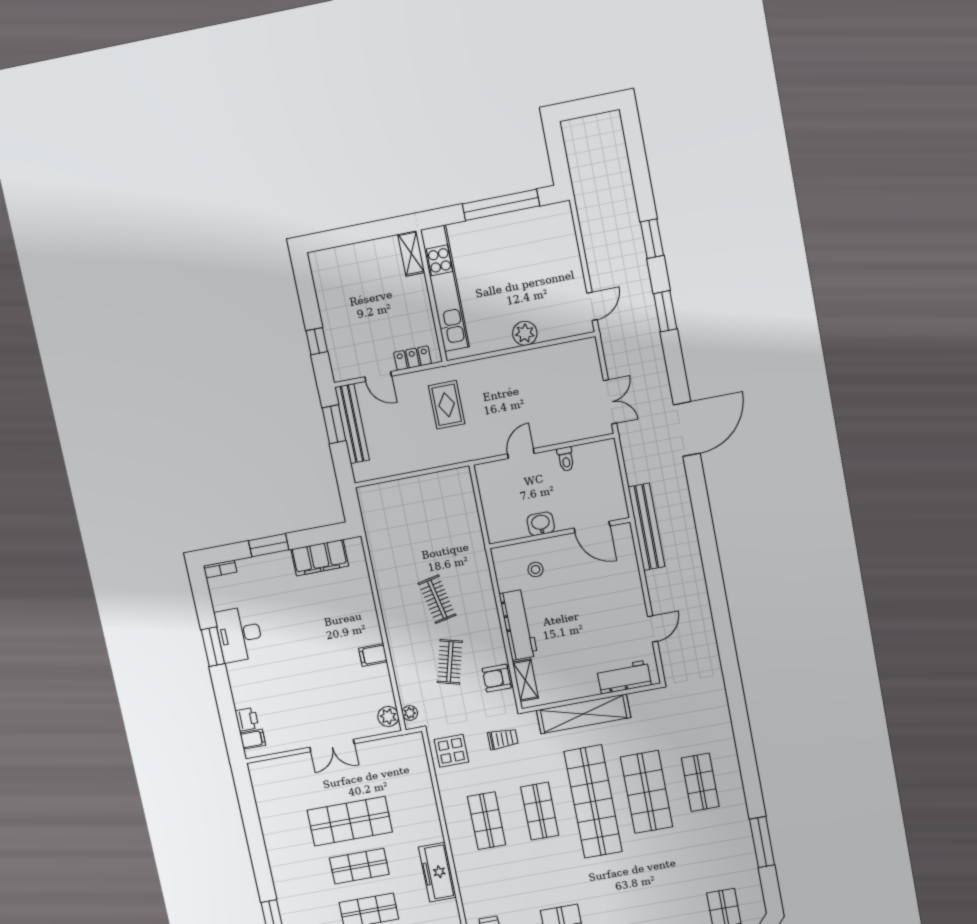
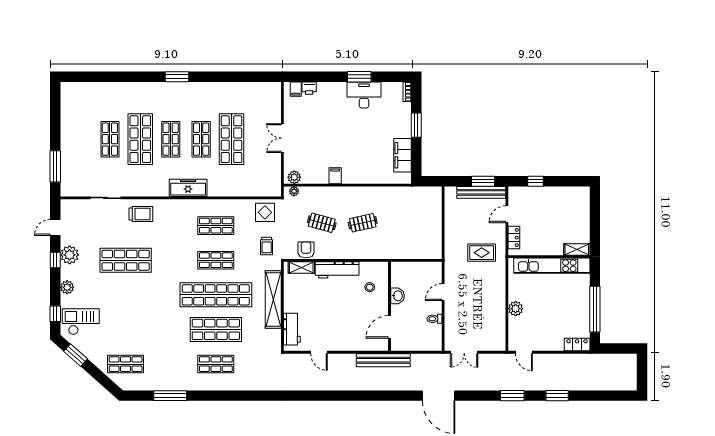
locker: (563, 223) -> (577, 345), added
door: (521, 454) -> (443, 292), swing flipped

